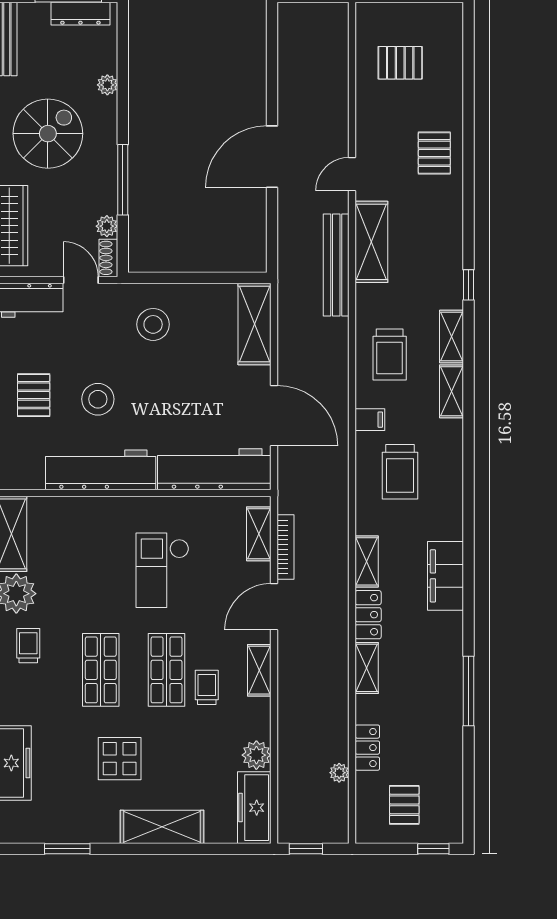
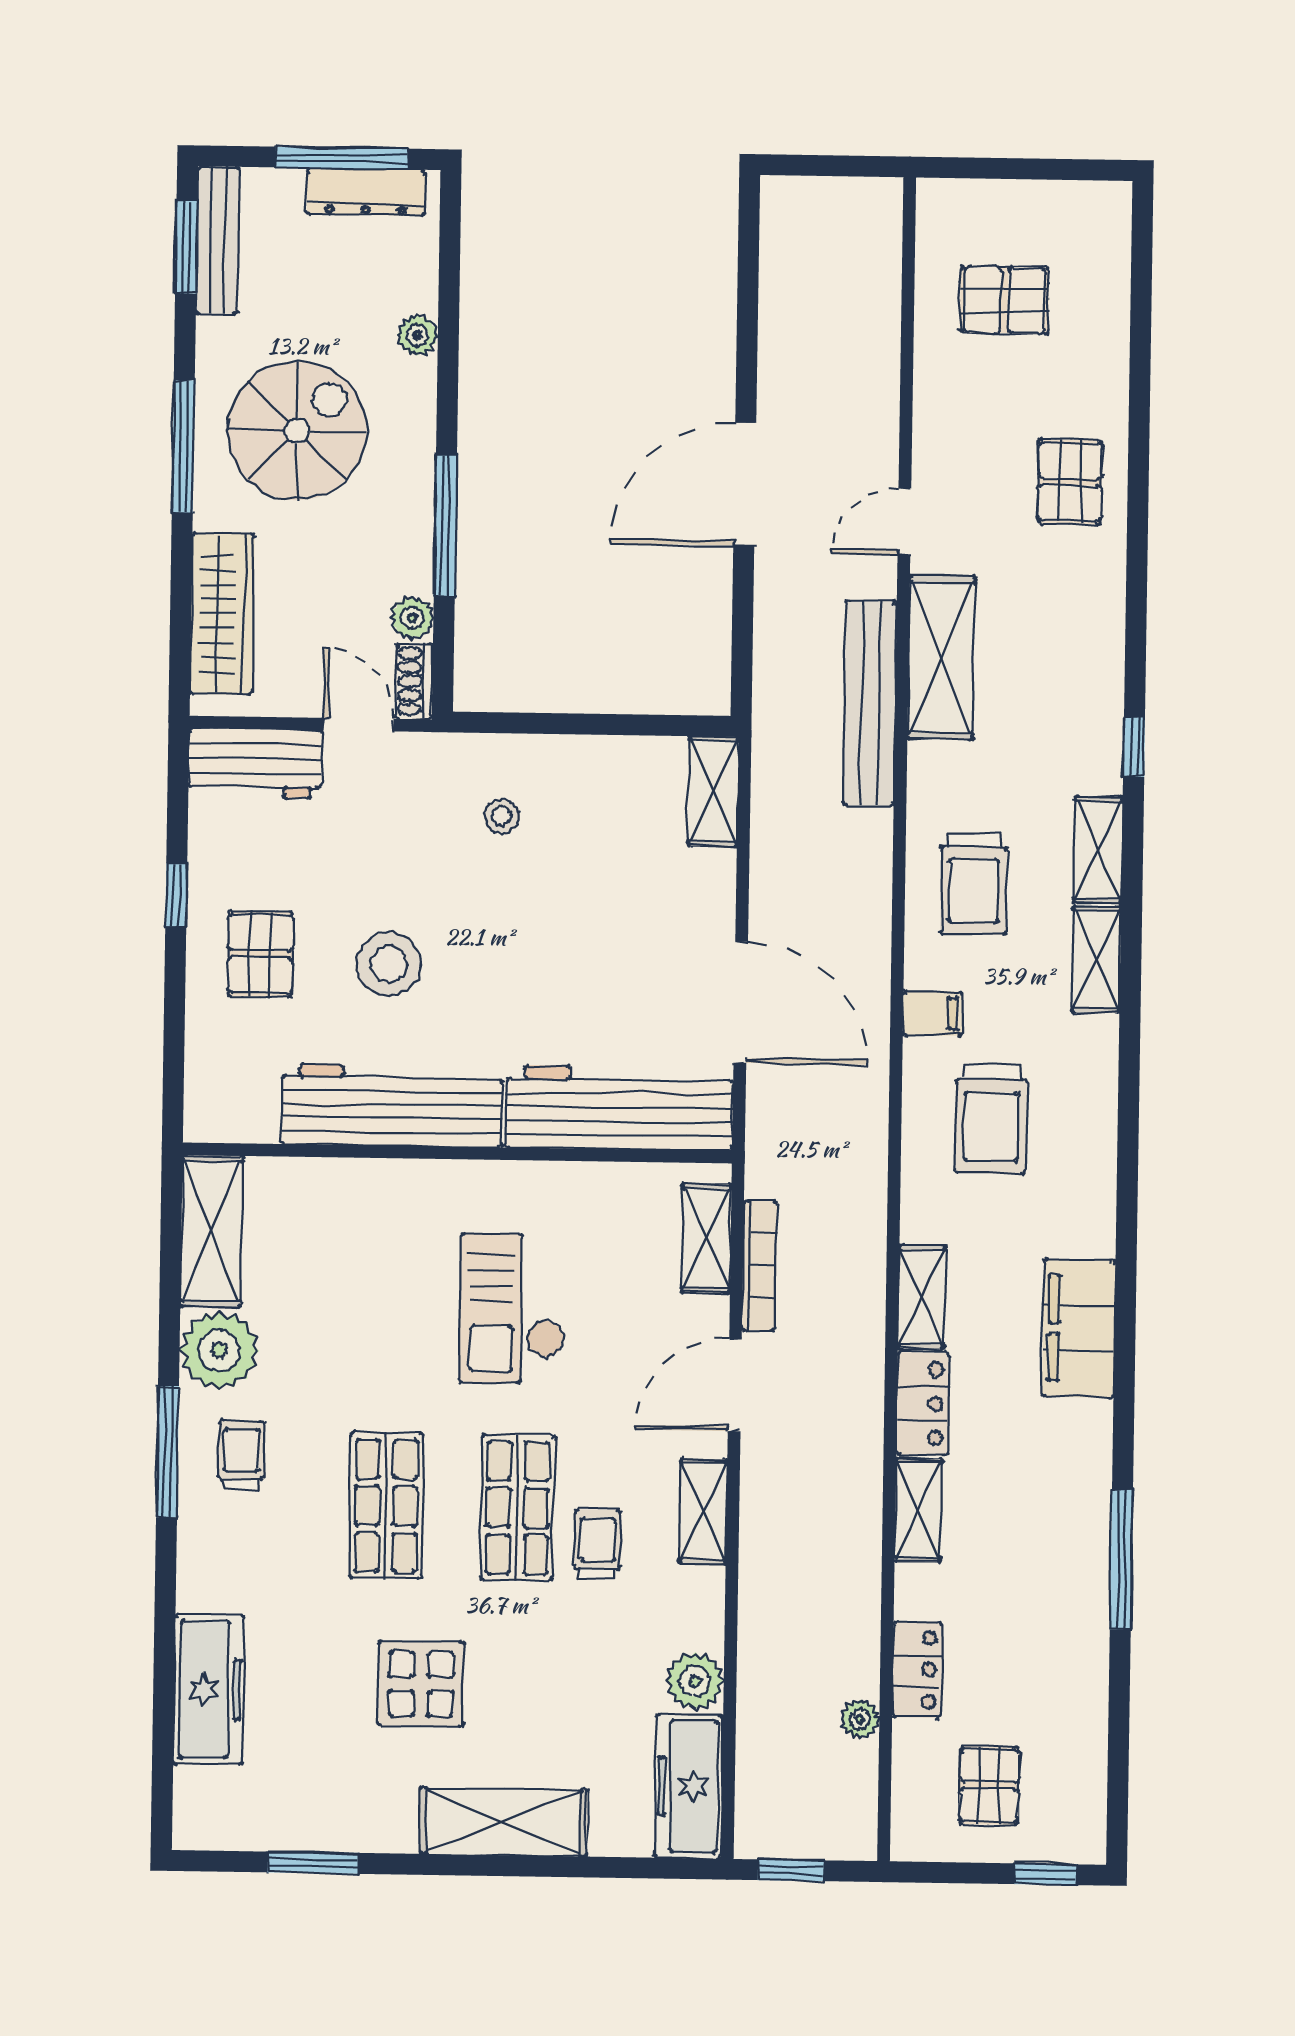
stool: (153, 324) -> (501, 816), width x0.53, depth x0.53
shelving: (255, 324) -> (713, 791), width x0.67, depth x0.75

